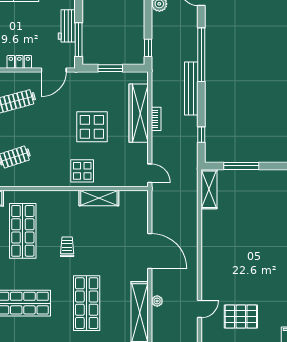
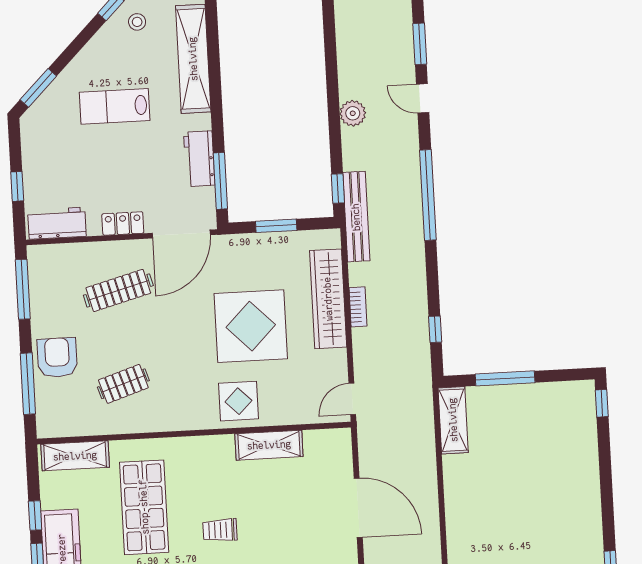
door: (54, 70) -> (181, 234), width x1.36
bench: (191, 88) -> (356, 217), moved
display table: (92, 127) -> (251, 326), width x1.36, depth x1.36
door: (150, 173) -> (352, 399), swing flipped
trolley: (67, 247) -> (220, 530), turned -90
door: (150, 251) -> (358, 508), moved

